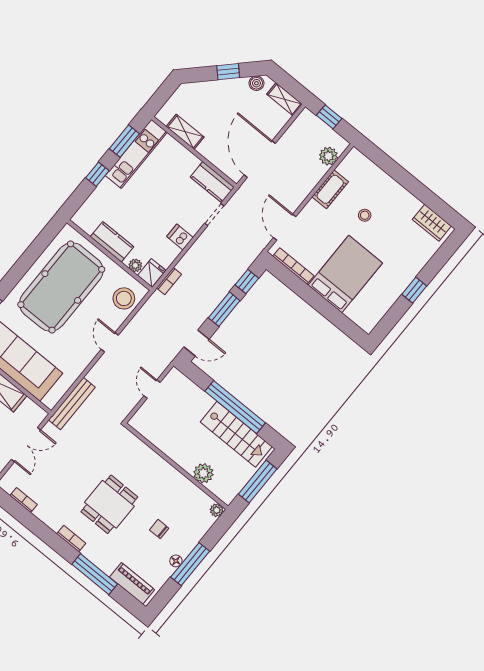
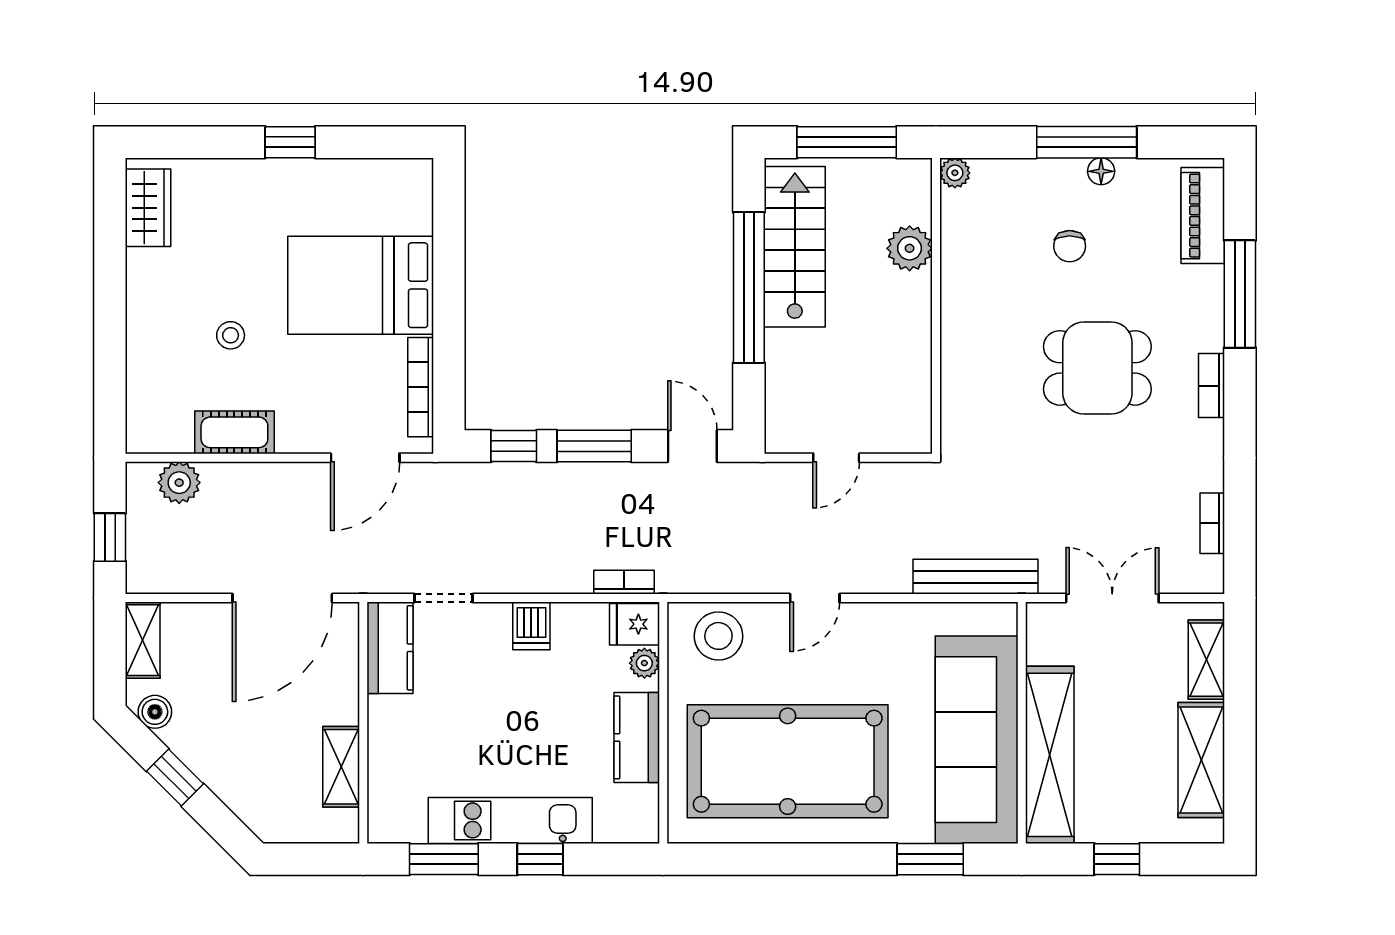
kitchen unit: (136, 154) -> (510, 820), moved

